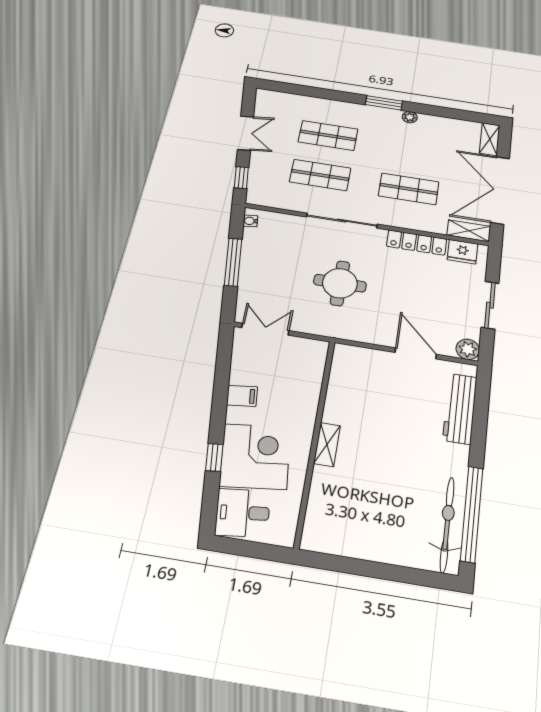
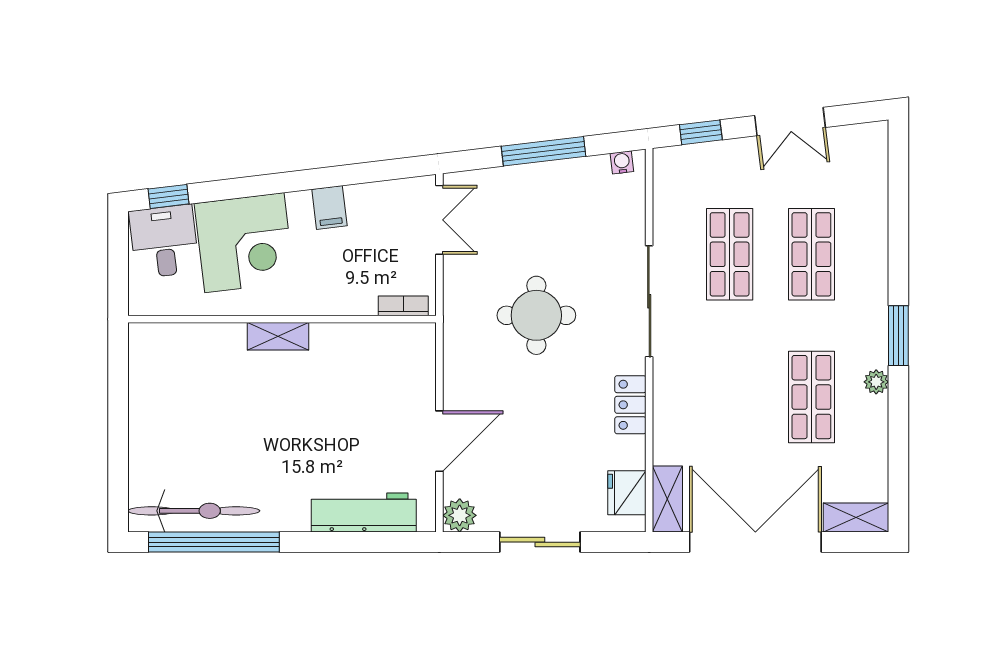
shop shelf: (409, 189) -> (811, 397), moved
locker: (417, 243) -> (630, 405), width x0.66
bookcase: (320, 361) -> (403, 306), added
window: (214, 457) -> (169, 196), moved

